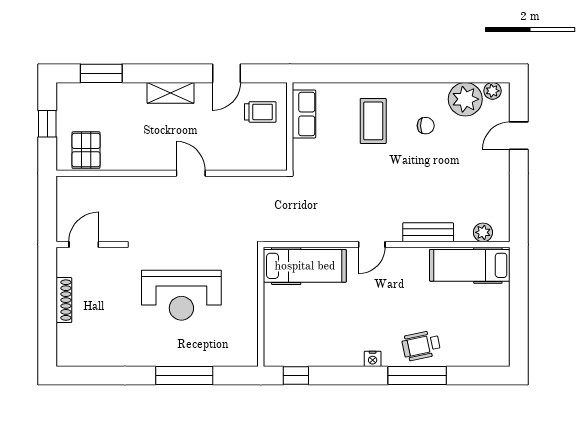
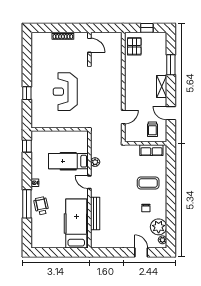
window: (101, 73) -> (171, 65), moved
pallet: (86, 150) -> (134, 46), turned 90
door: (191, 173) -> (123, 117), moved
bench: (428, 232) -> (95, 213), width x1.36
plant: (483, 232) -> (95, 162), moved
hospital bed: (470, 265) -> (76, 223), width x1.37, depth x1.29
hospital bed: (305, 266) -> (68, 161), moved, turned 90
window: (184, 376) -> (27, 93), width x0.46

